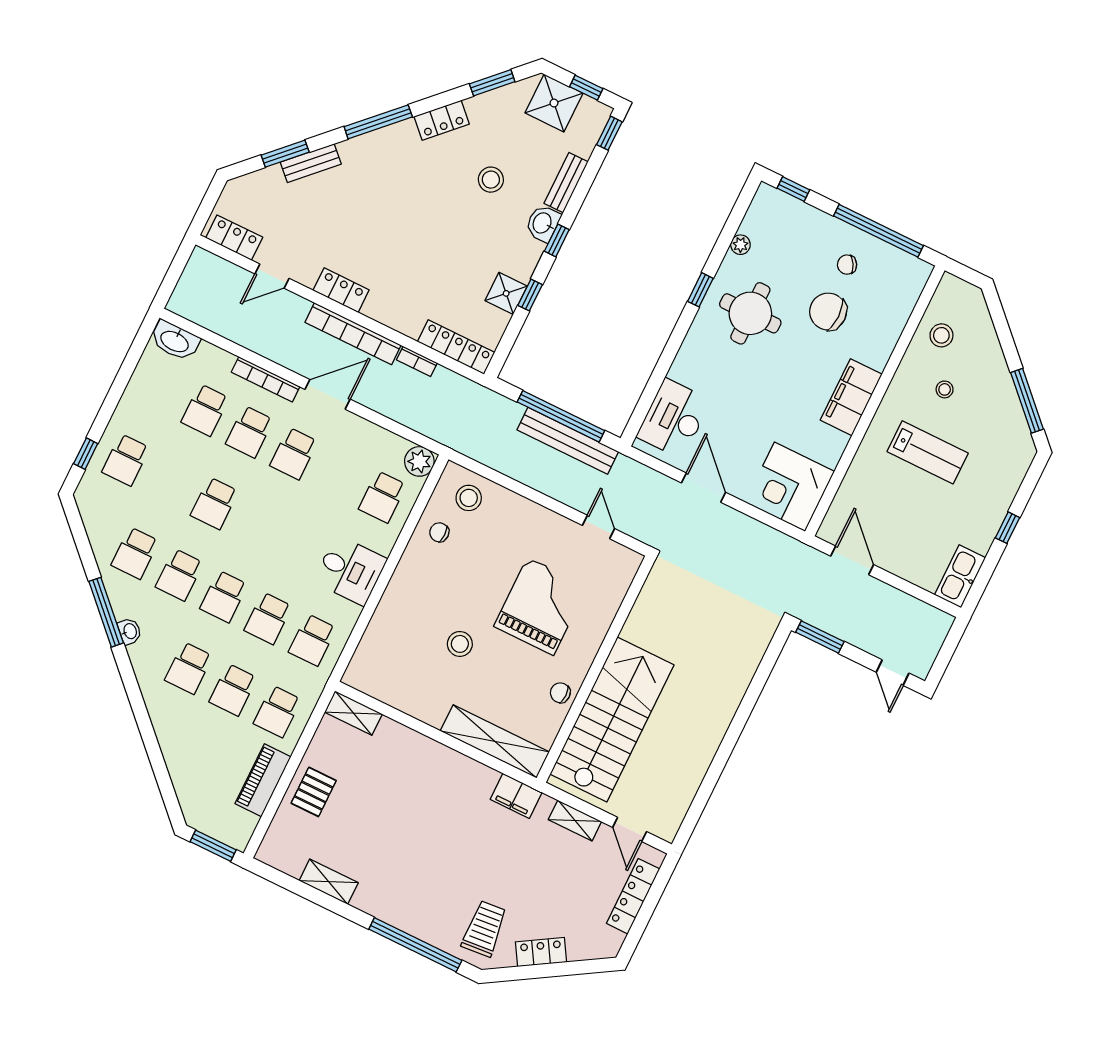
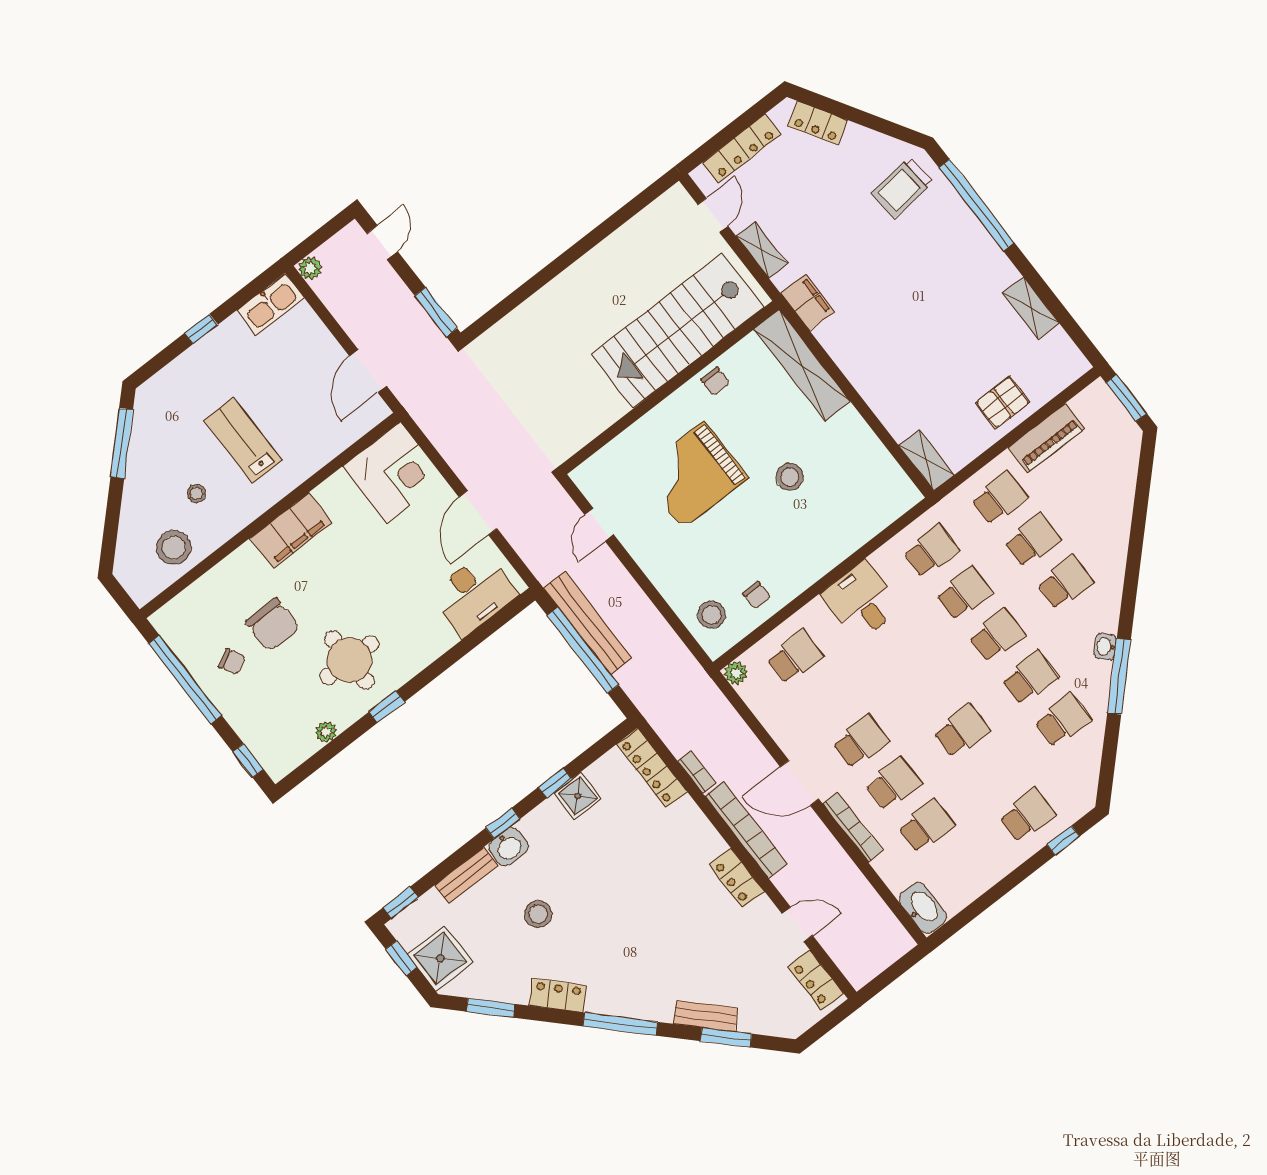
stool: (941, 335) -> (174, 548), width x1.38, depth x1.38
plant: (419, 461) -> (736, 673), width x0.73, depth x0.73
plant: (942, 622) -> (310, 268), added
locker: (541, 952) -> (818, 123), moved

